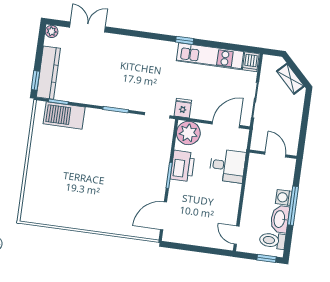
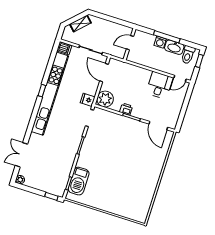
kitchen unit: (210, 56) -> (50, 94), width x1.86
kitchen counter: (48, 73) -> (48, 187), removed
printer: (183, 166) -> (126, 109), width x0.53, depth x0.68
desk: (227, 166) -> (160, 85), moved

